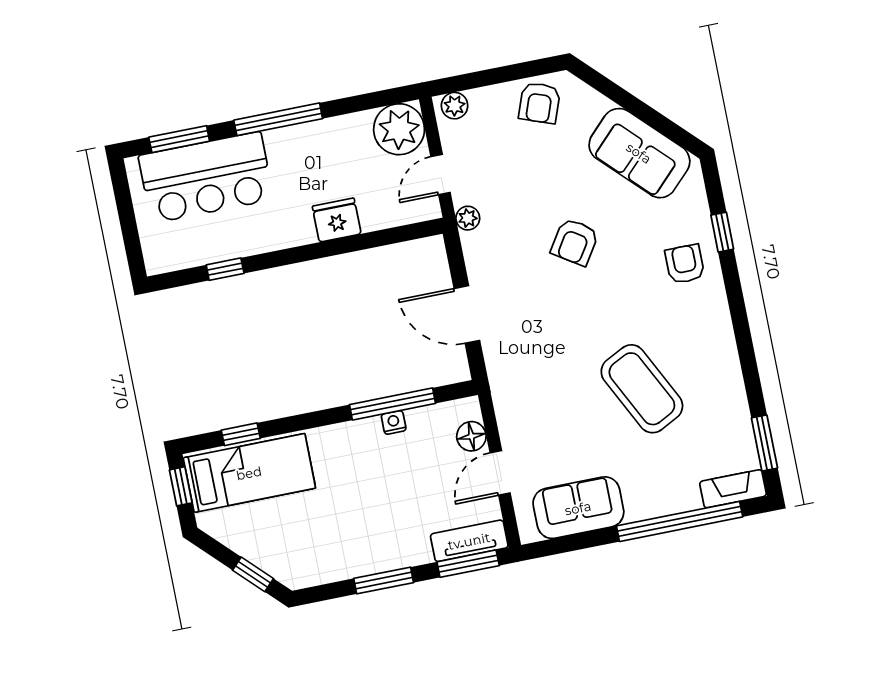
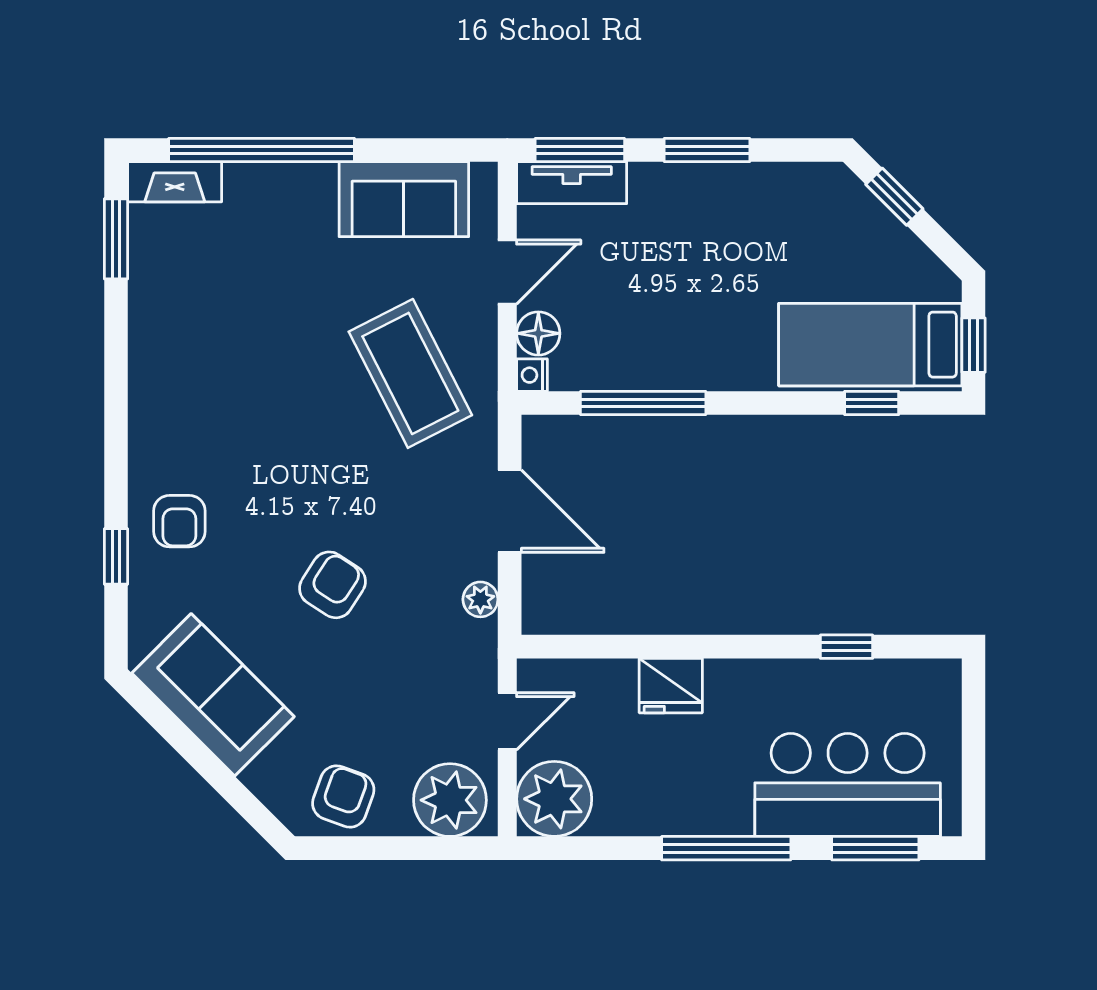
plant: (455, 106) -> (450, 800), width x1.87, depth x1.87
plant: (468, 218) -> (480, 599), moved
coffee table: (642, 389) -> (410, 373), moved
nightstand: (394, 422) -> (532, 375), moved, turned 90

